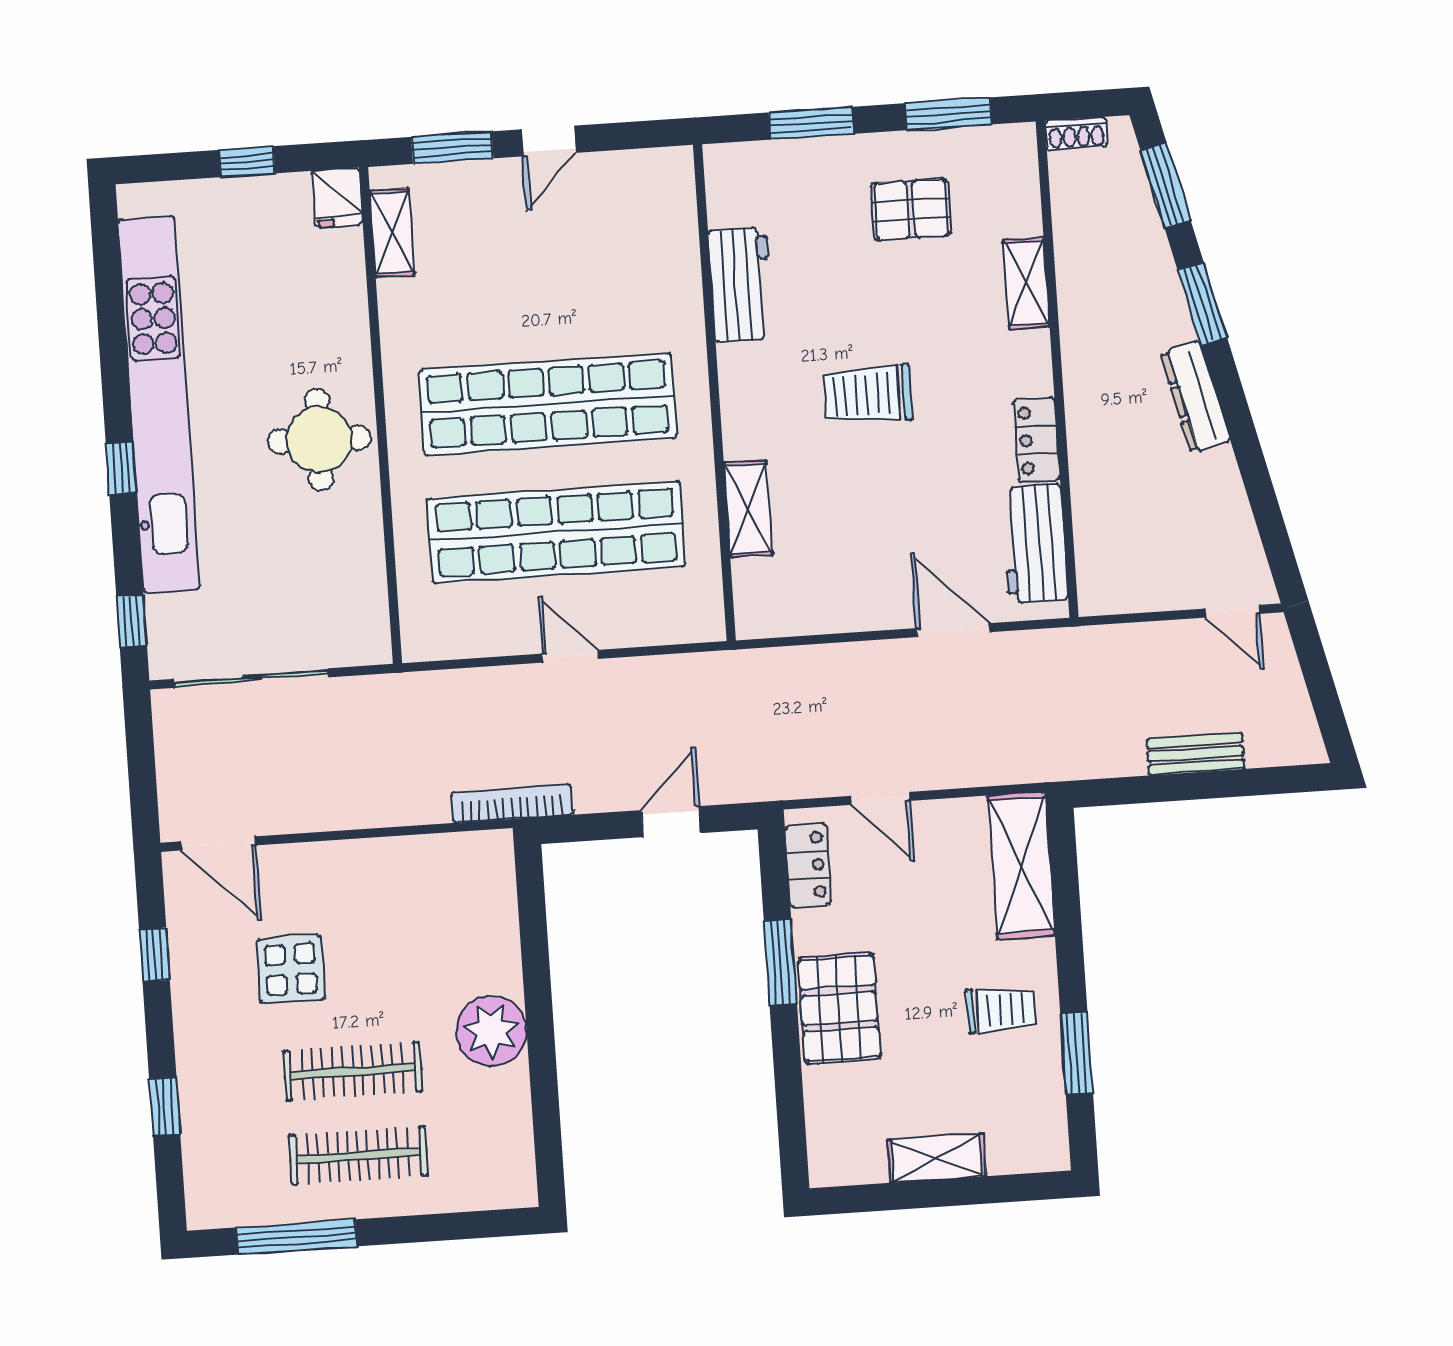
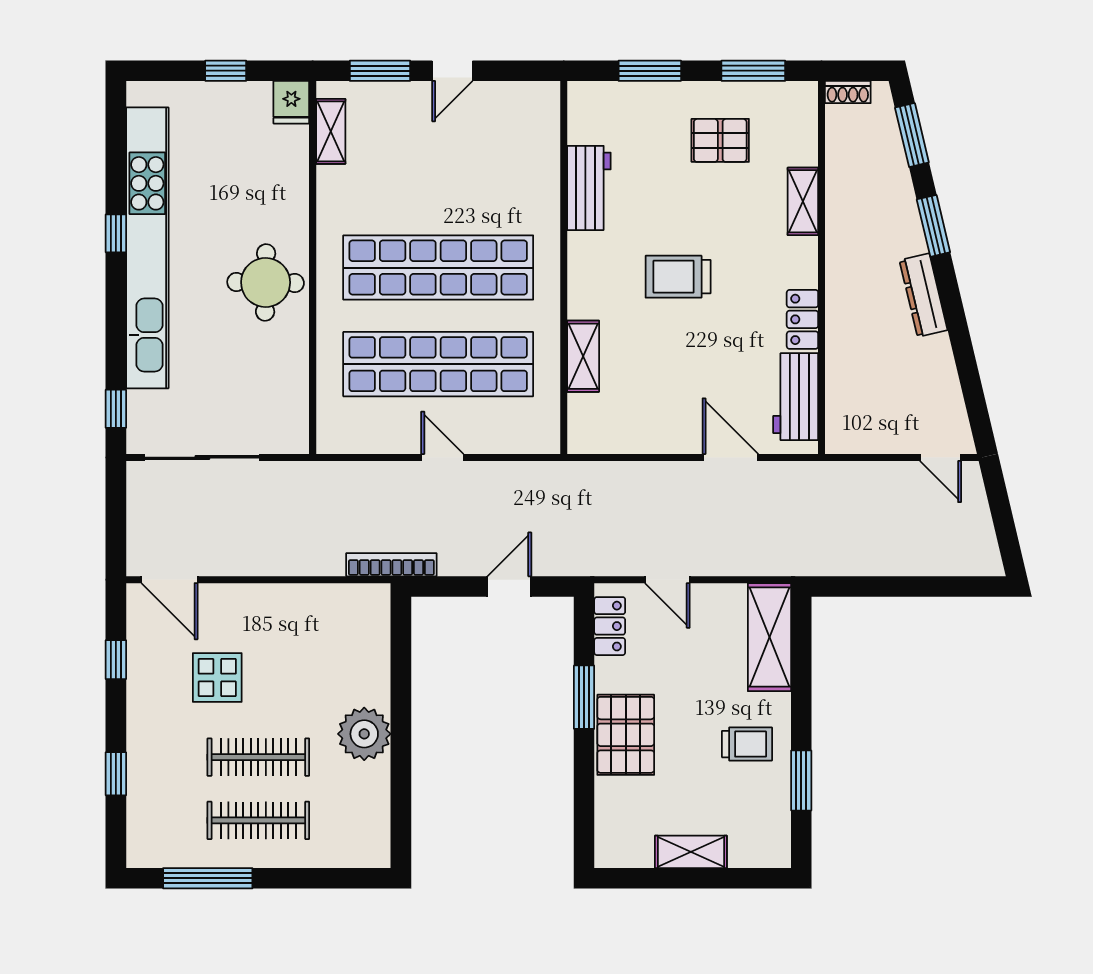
window: (121, 468) -> (116, 233), moved
bench: (1196, 754) -> (906, 562), removed

